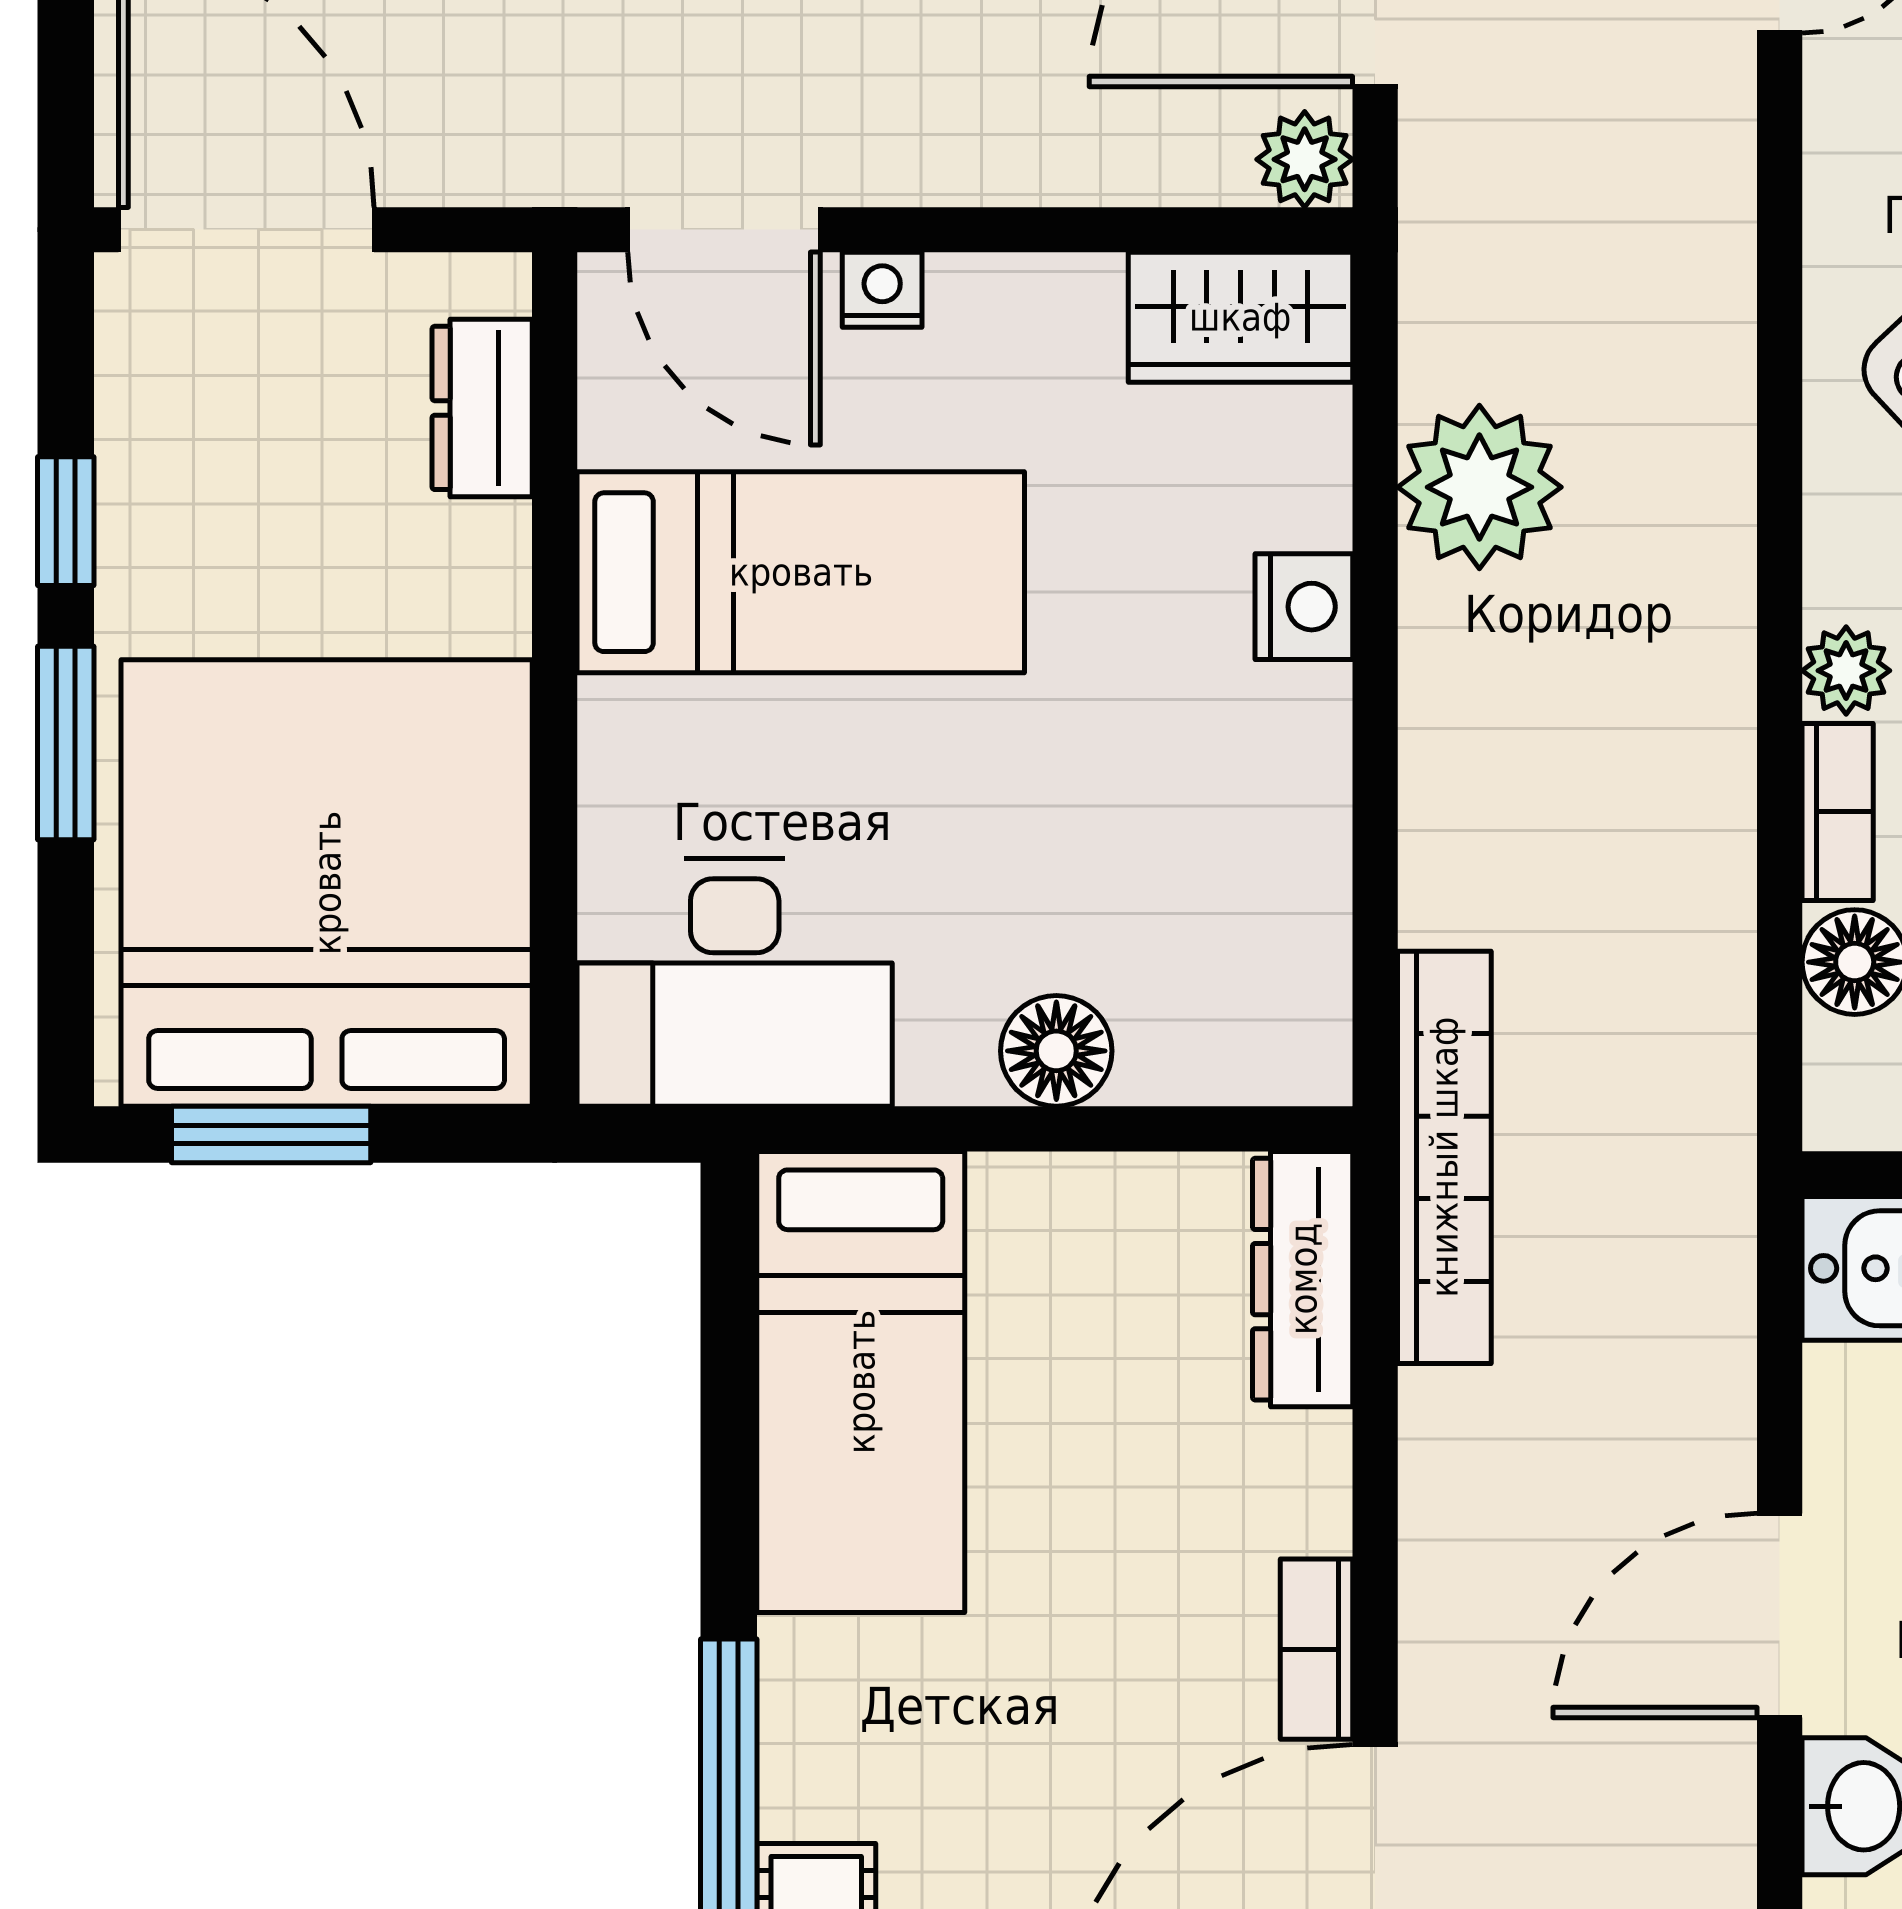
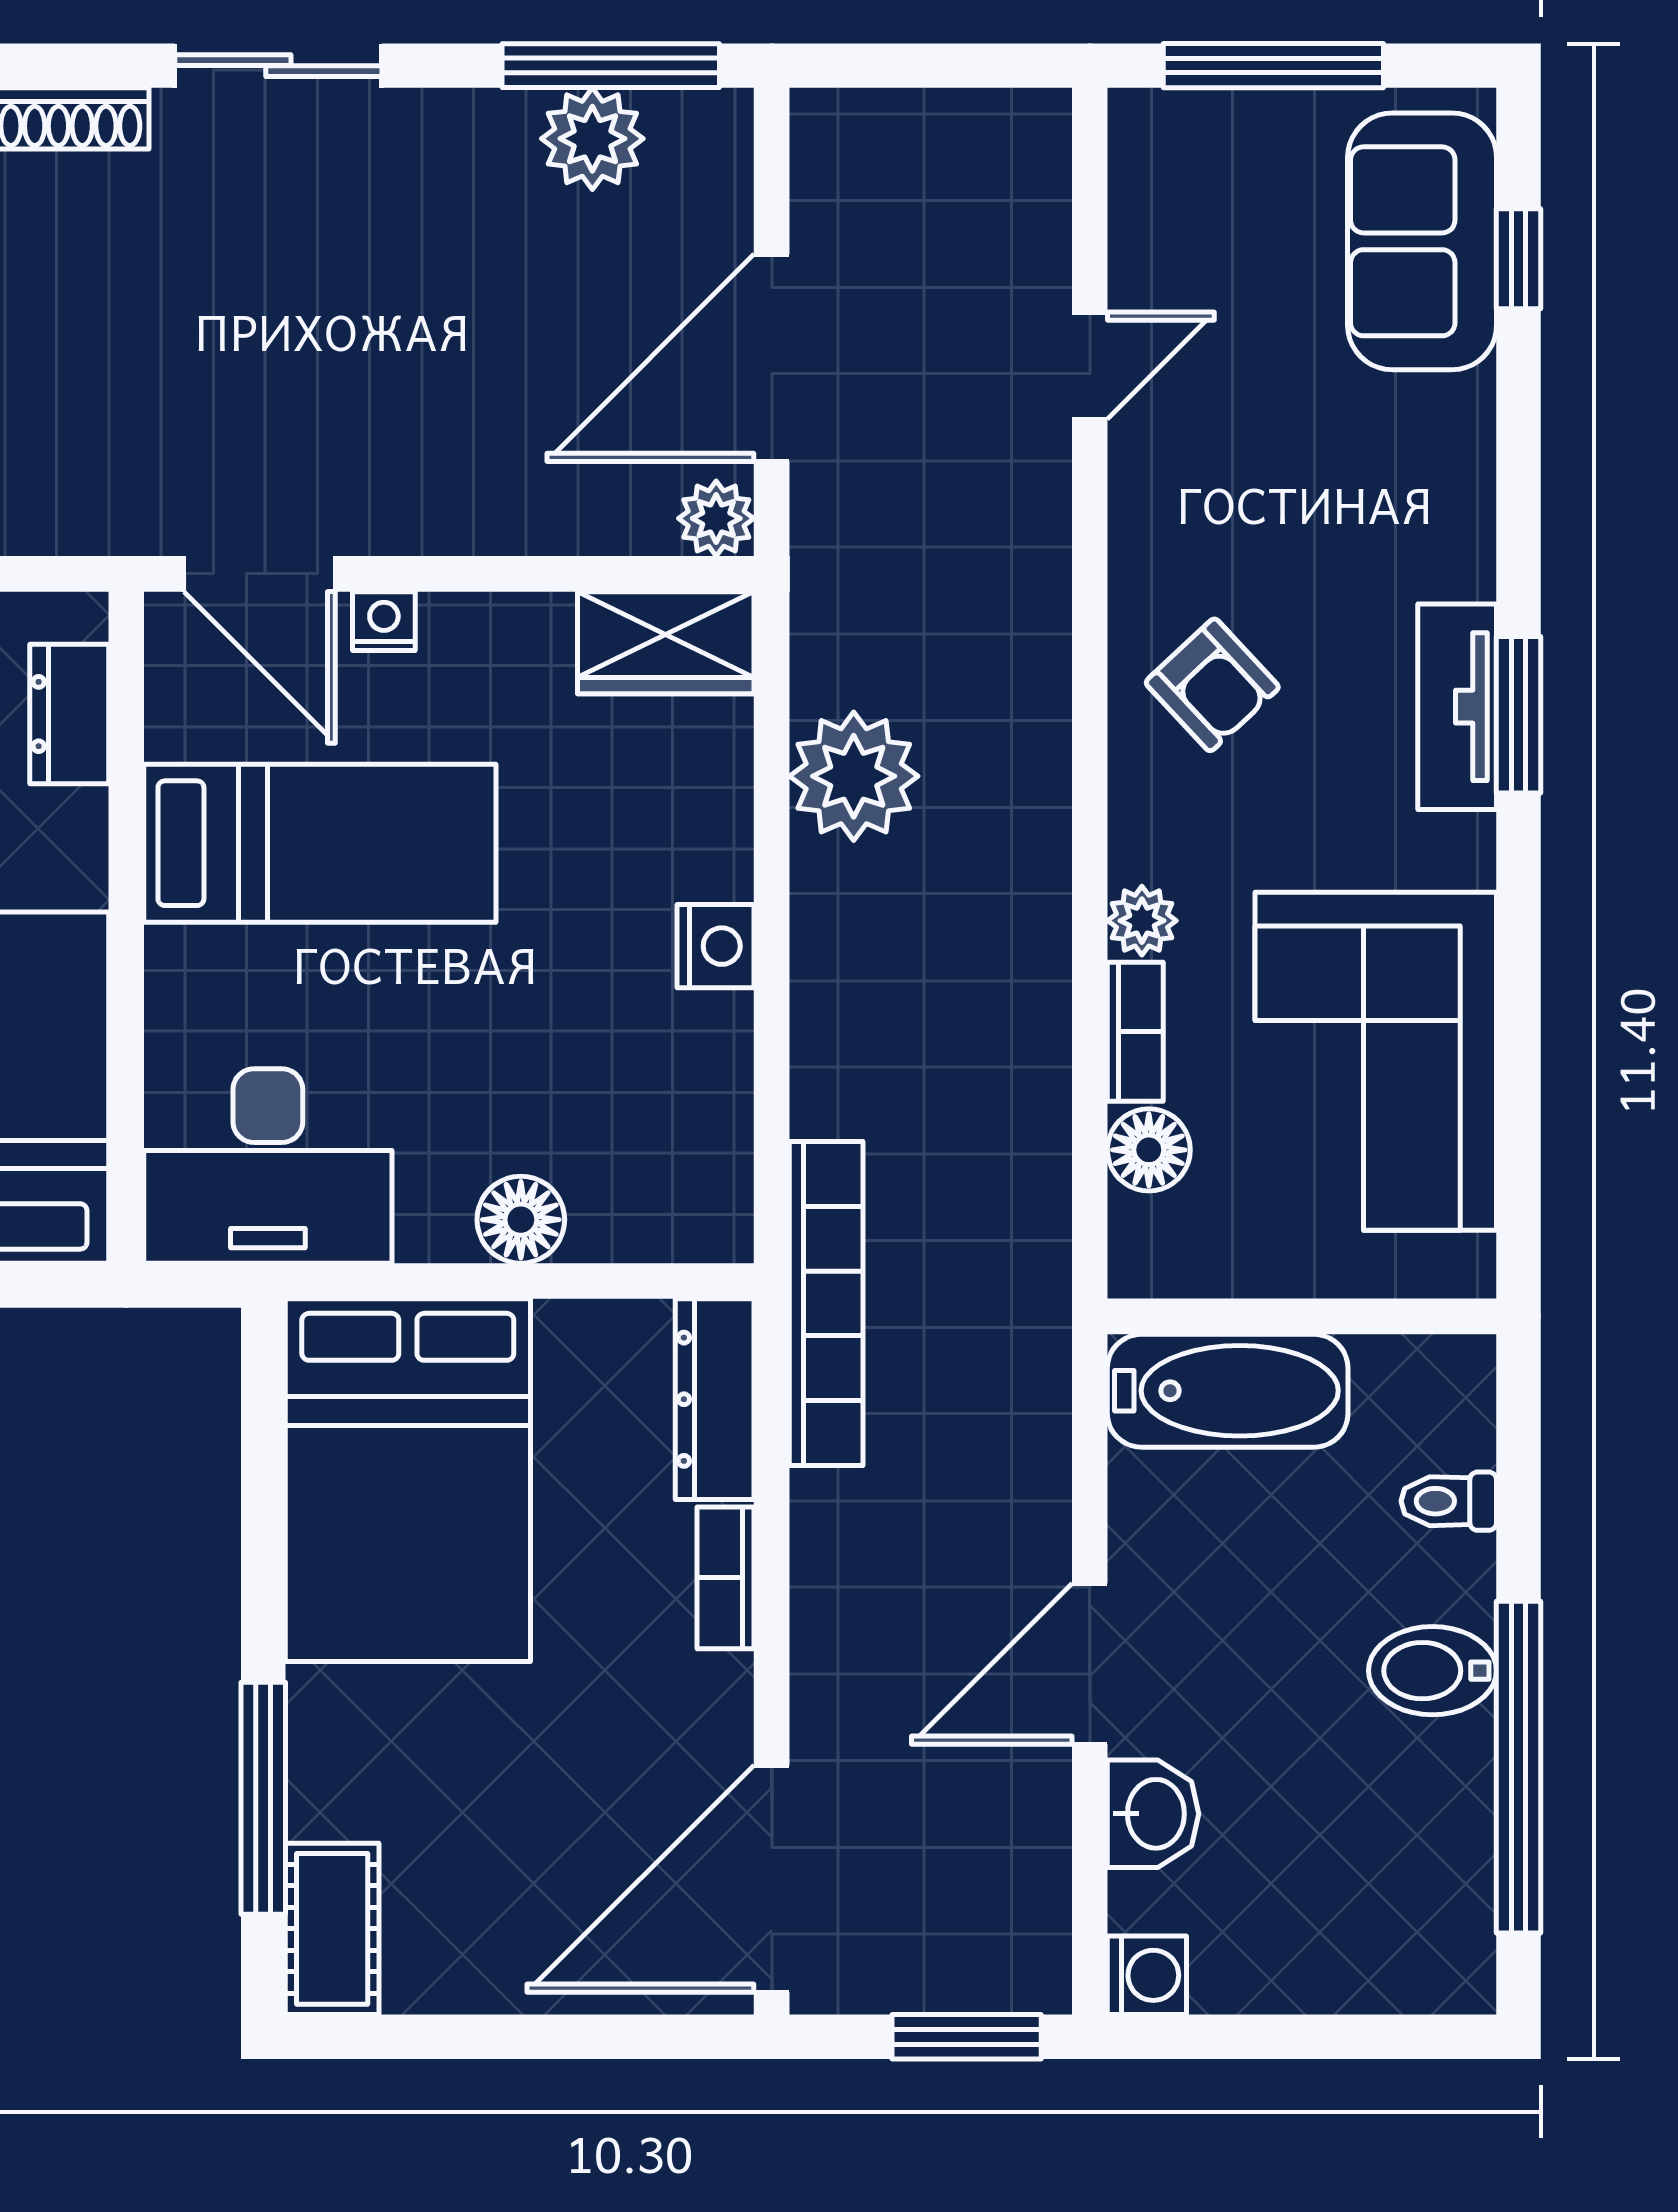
nightstand: (1304, 607) -> (716, 946), moved
bed: (861, 1382) -> (408, 1480), width x1.50
bookcase: (1316, 1649) -> (726, 1578), moved

